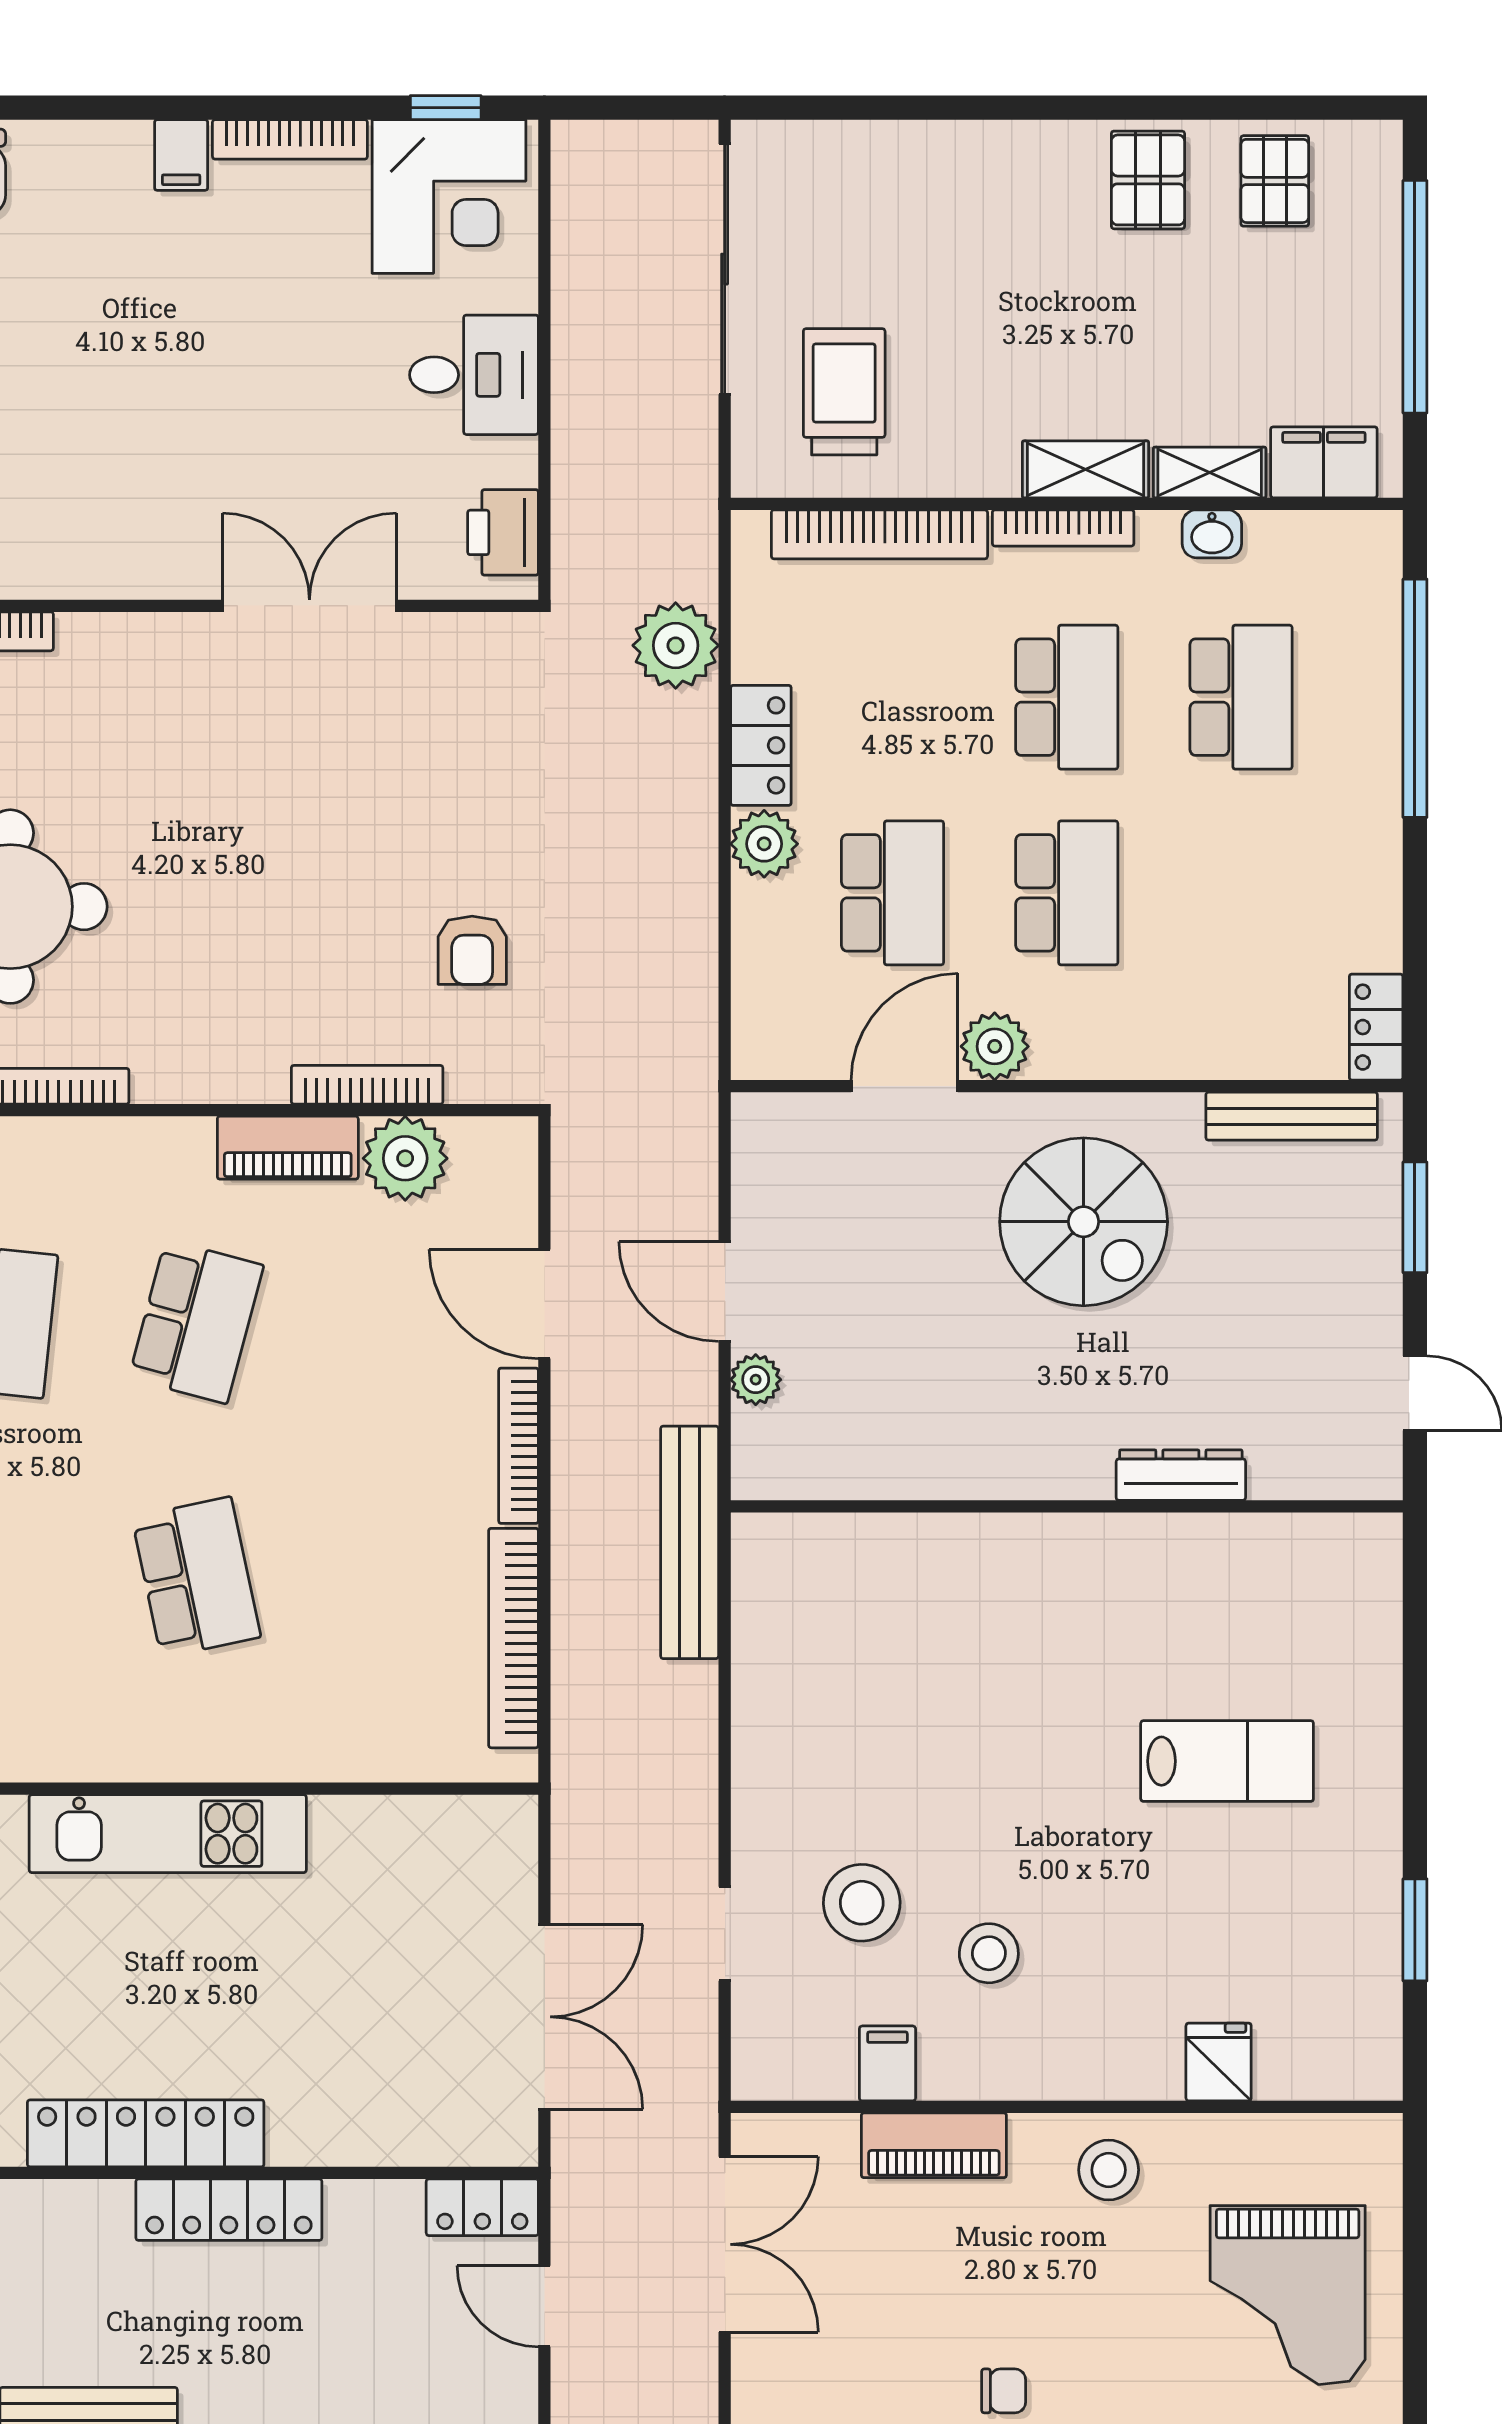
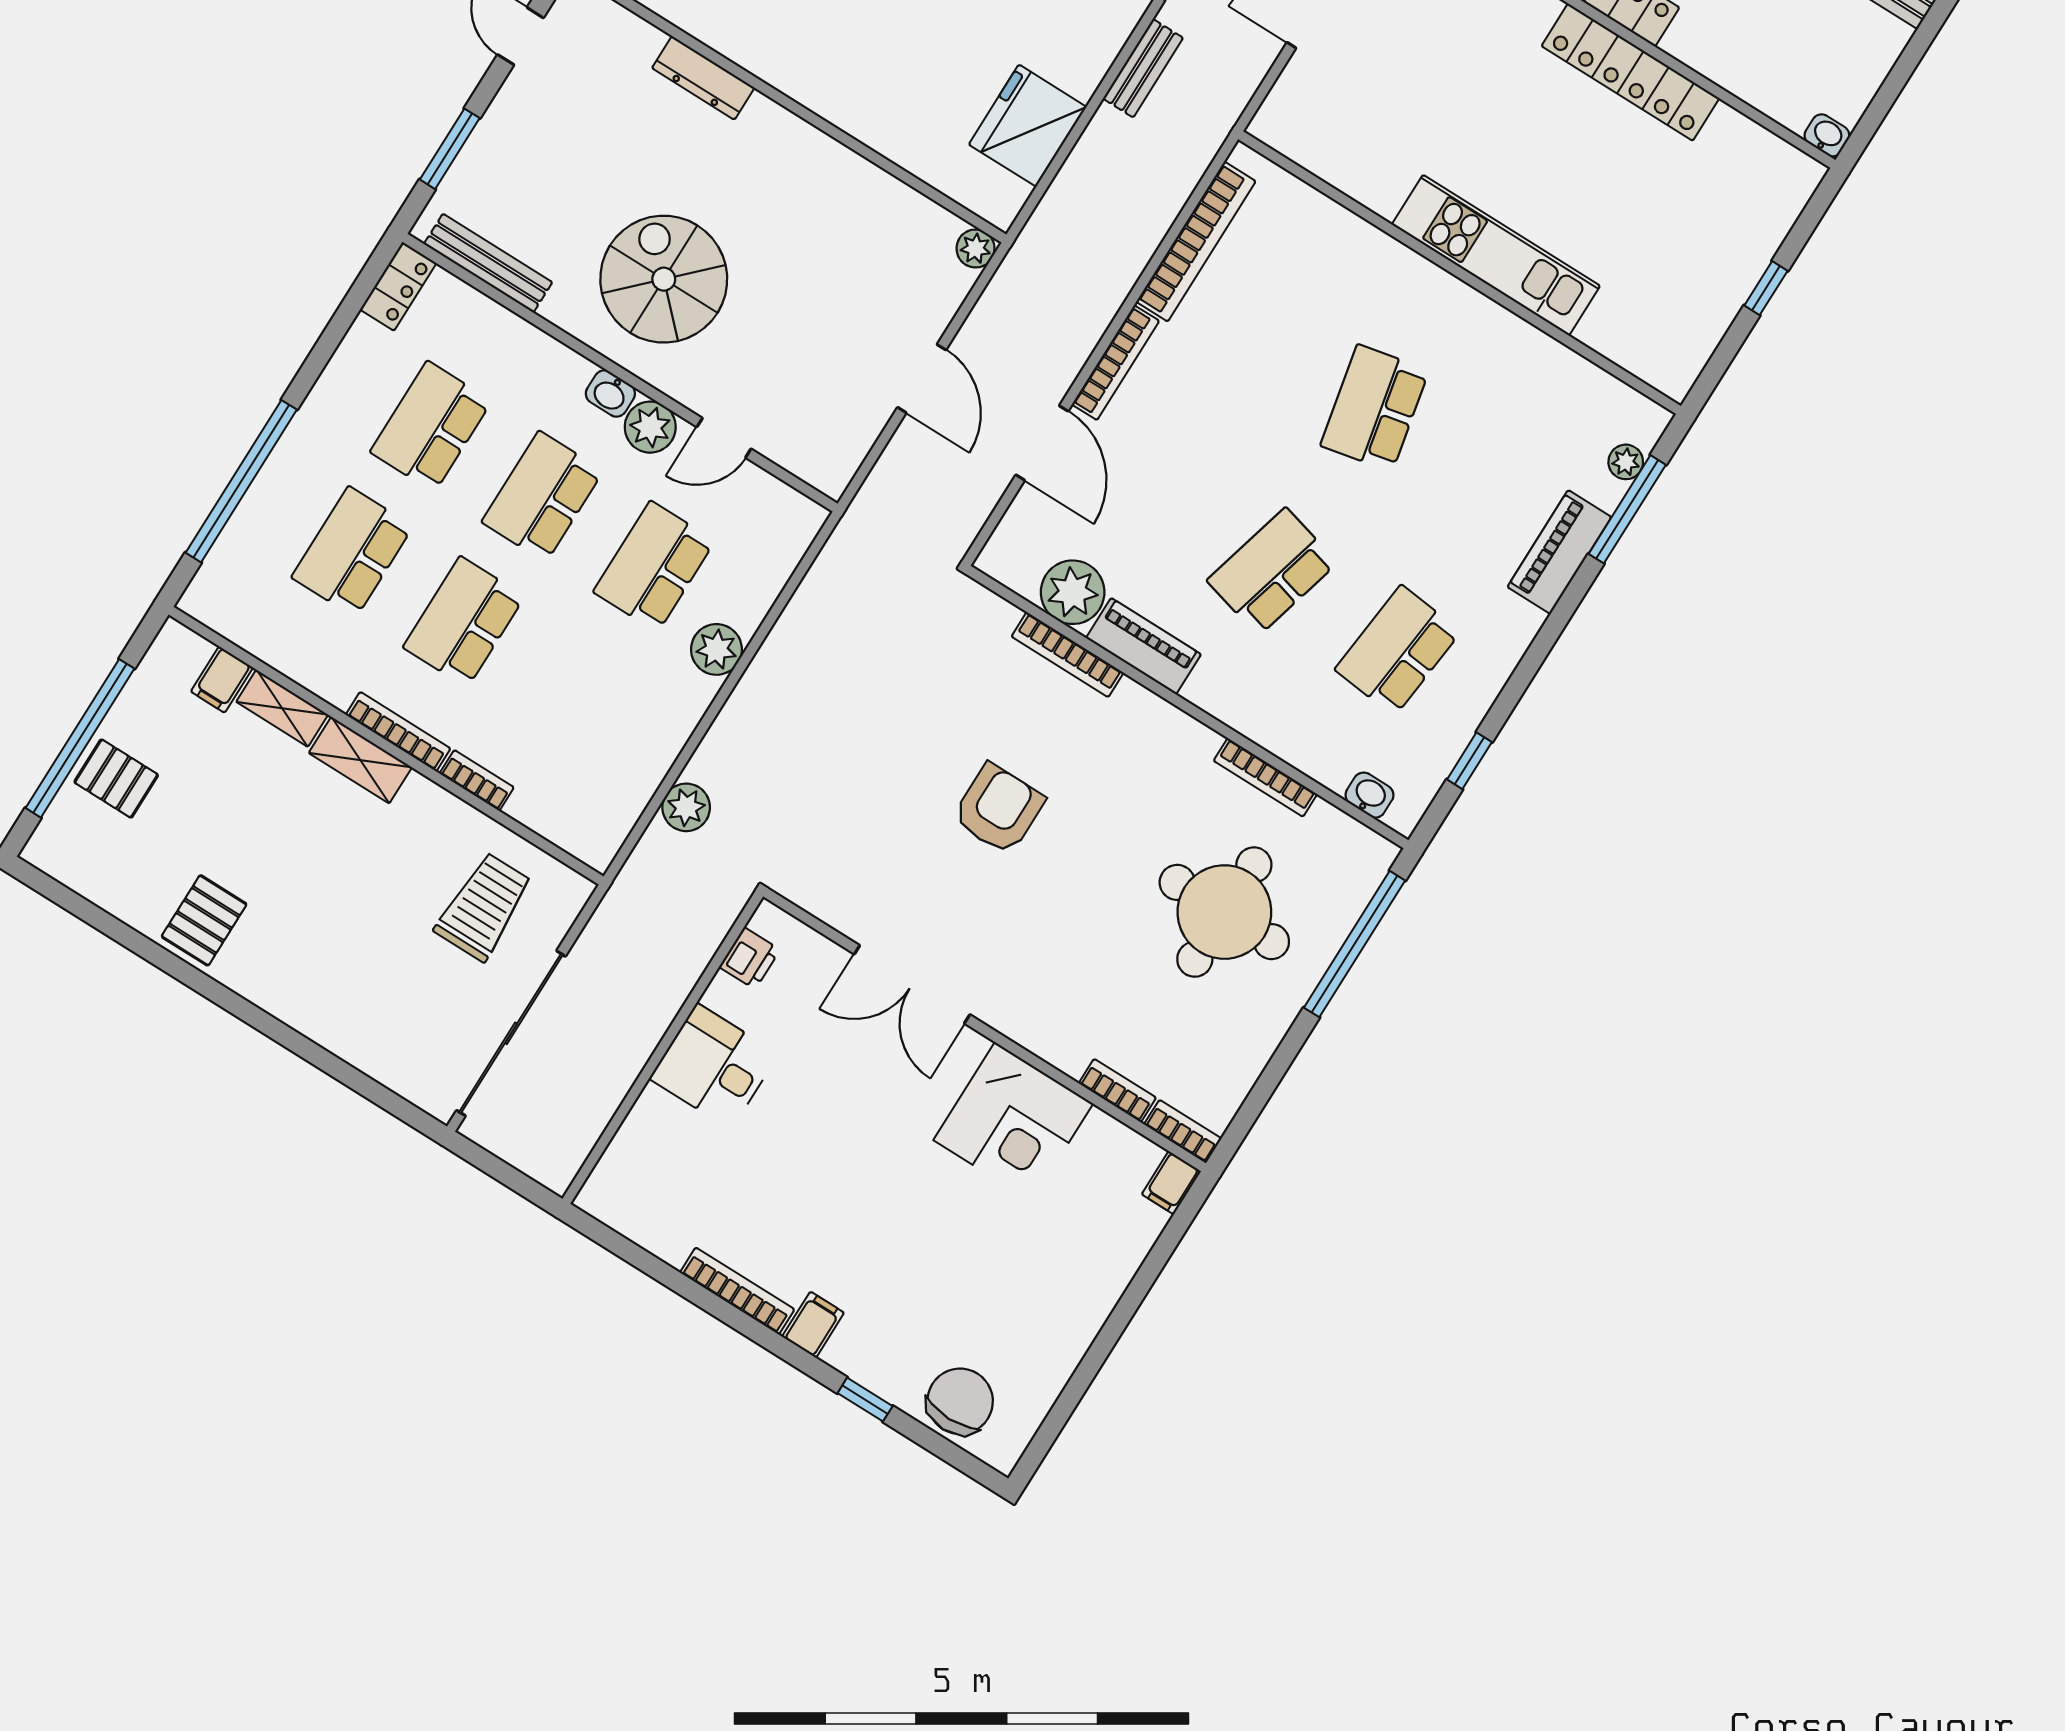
window: (446, 108) -> (865, 1400), moved
pallet: (1275, 181) -> (116, 779), moved, turned 90
corner desk: (449, 196) -> (1013, 1122), moved, turned 180
trolley: (844, 392) -> (484, 907), turned 180
filing cabinet: (1324, 462) -> (222, 680), width x0.50
printer: (503, 532) -> (750, 958), width x0.73, depth x0.81
bookcase: (879, 534) -> (477, 780), width x0.43, depth x0.76
washbasin: (1212, 534) -> (610, 393), moved, turned 180
plant: (676, 645) -> (686, 807), width x0.73, depth x0.73
locker: (761, 745) -> (679, 714), removed
school desk: (1241, 893) -> (431, 426), added
armchair: (472, 950) -> (998, 809), moved, width x1.38, depth x1.38
door: (904, 1086) -> (724, 438), width x0.73
plant: (756, 1380) -> (976, 248), moved
bench: (690, 1542) -> (1143, 68), moved, width x0.54, depth x0.82
fridge: (784, 1650) -> (1028, 126), added

